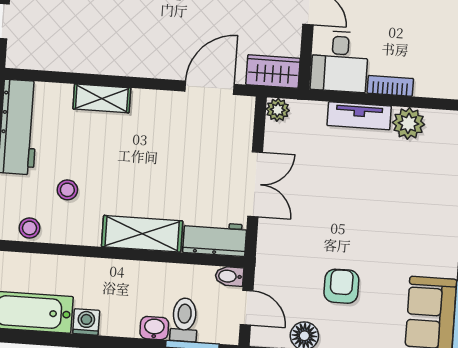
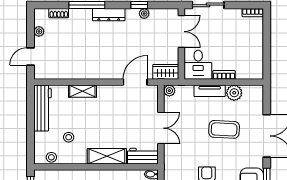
coffee table: (383, 196) -> (224, 129), added

